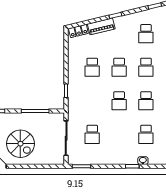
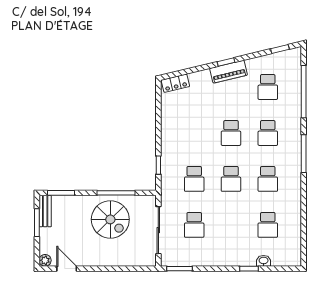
piano: (101, 26) -> (228, 72), moved
school desk: (92, 67) -> (194, 179), moved
spiral stairs: (20, 144) -> (110, 219), moved

